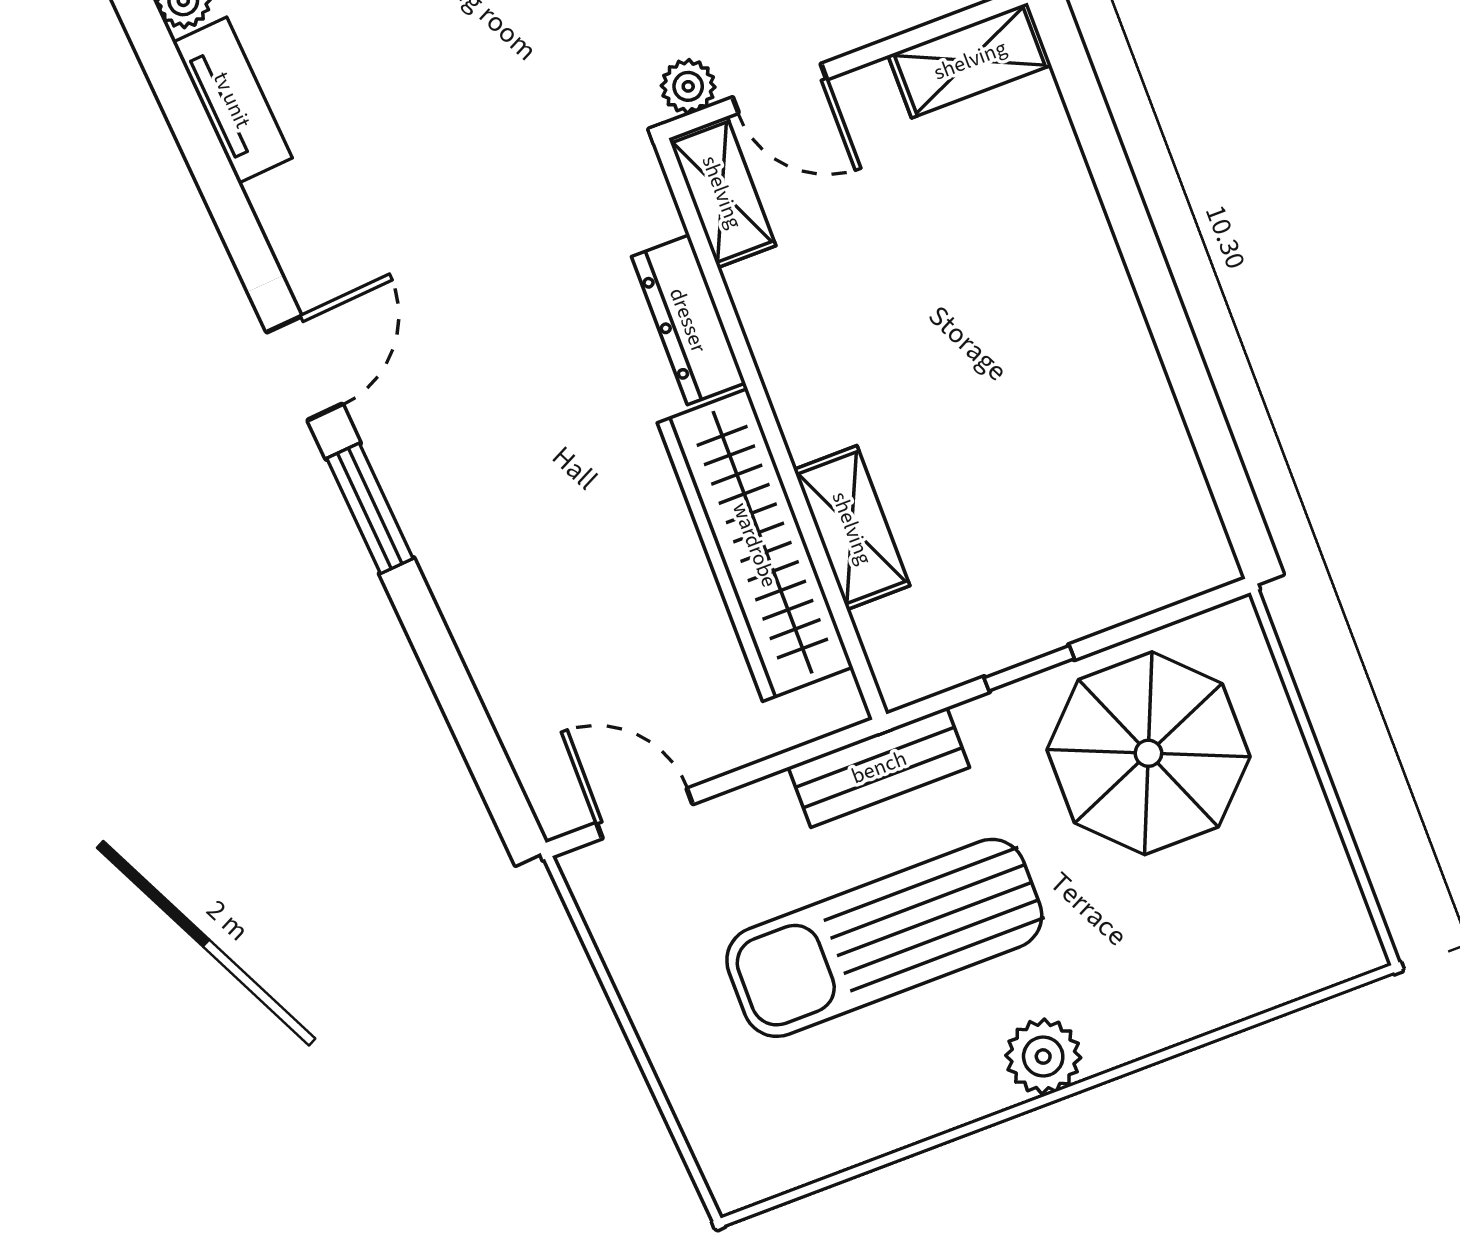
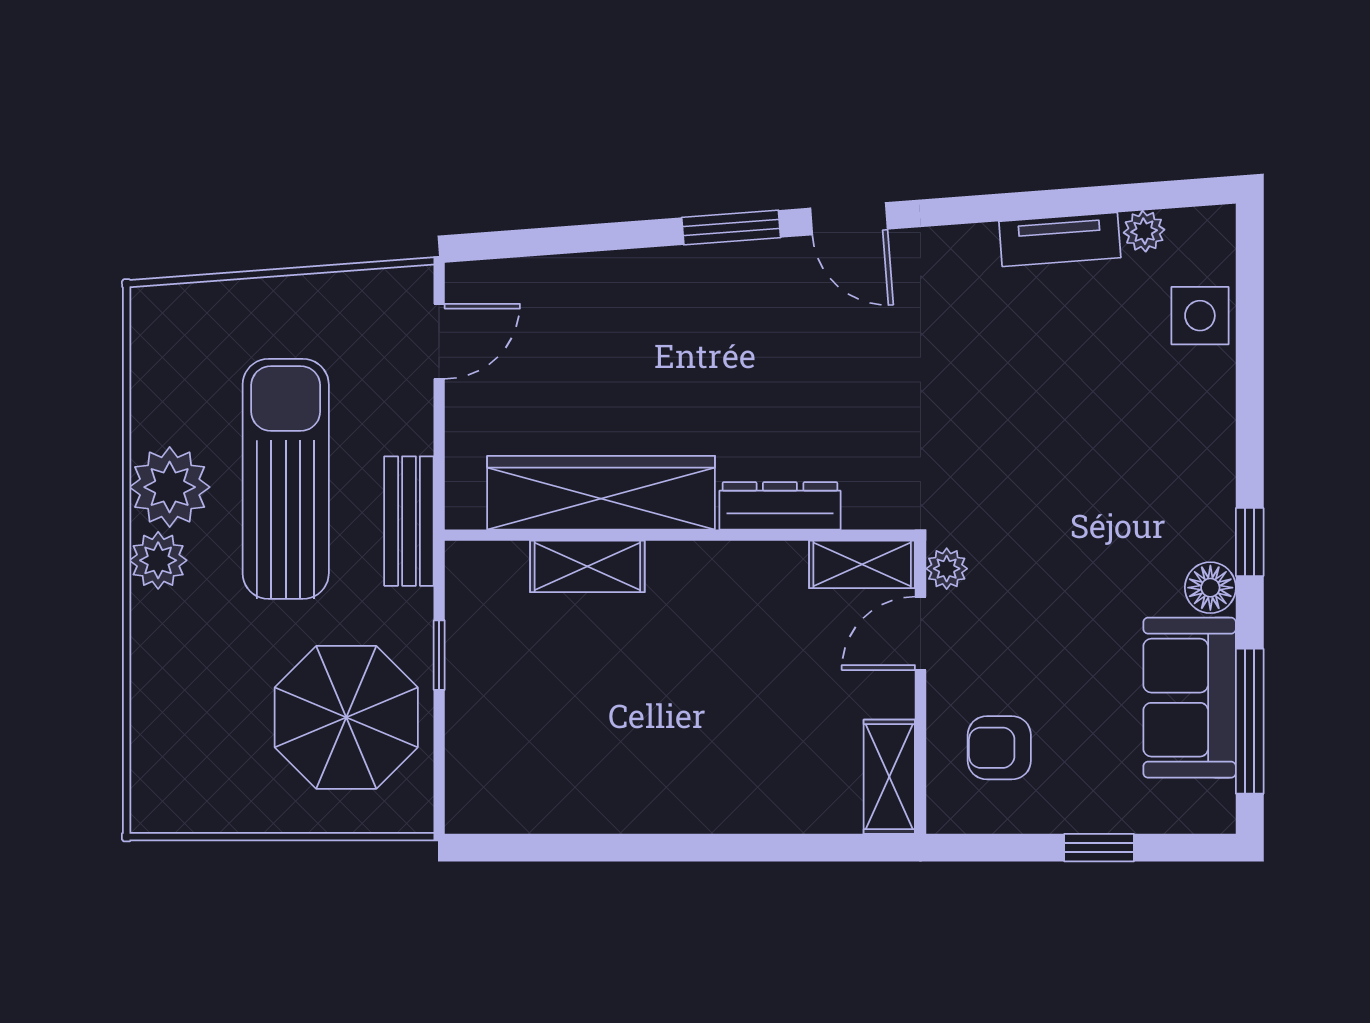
plant: (948, 1076) -> (170, 487), added

